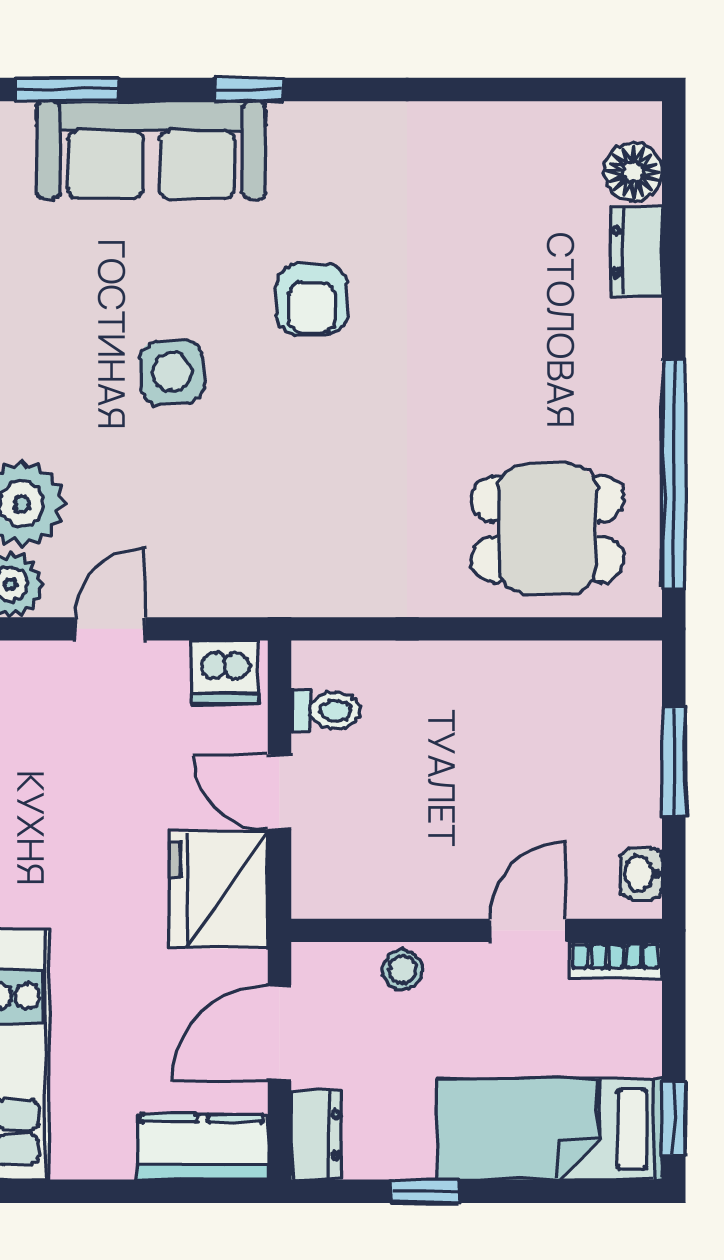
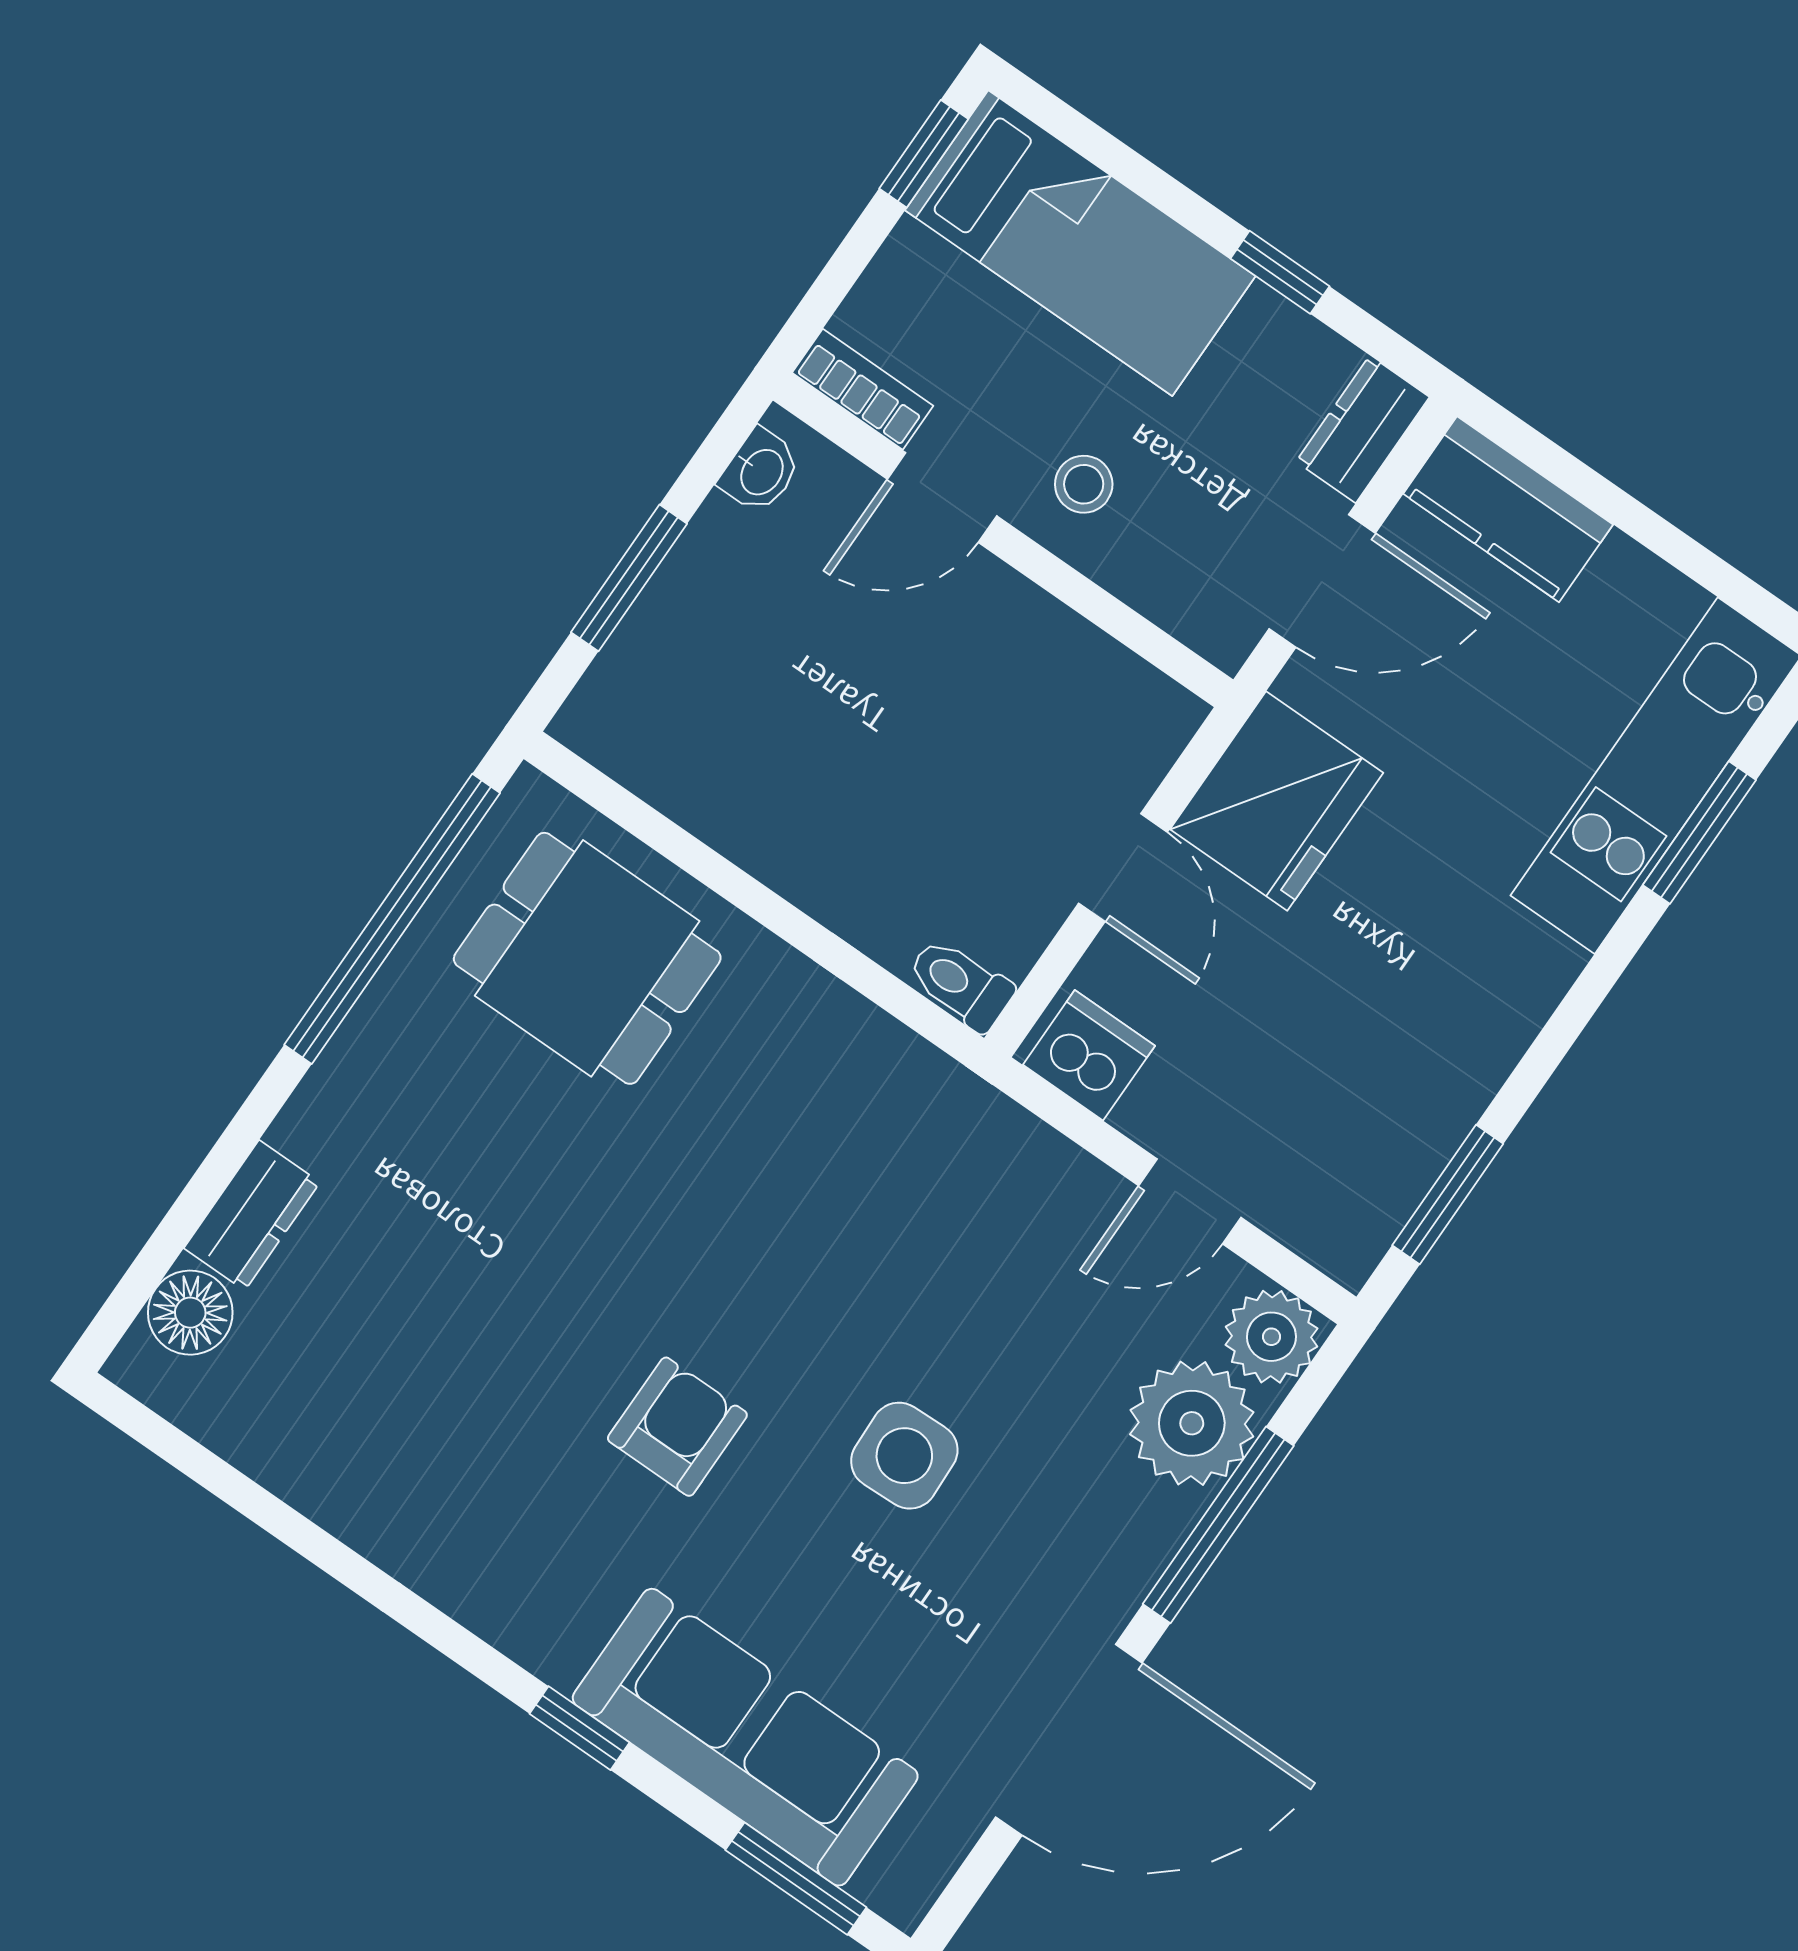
toilet: (326, 710) -> (960, 984), moved
stool: (402, 970) -> (1084, 484), moved

